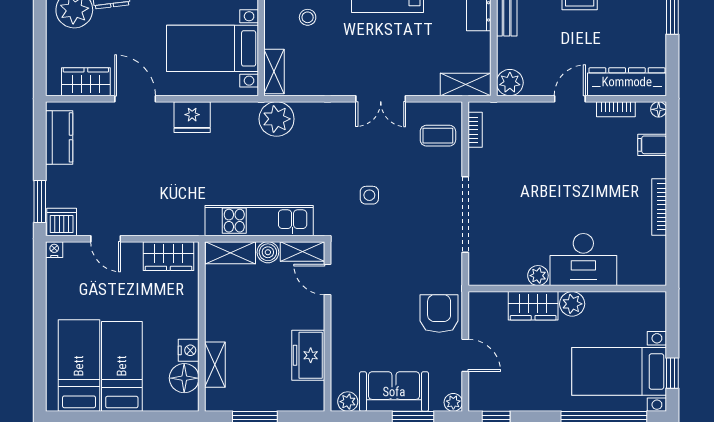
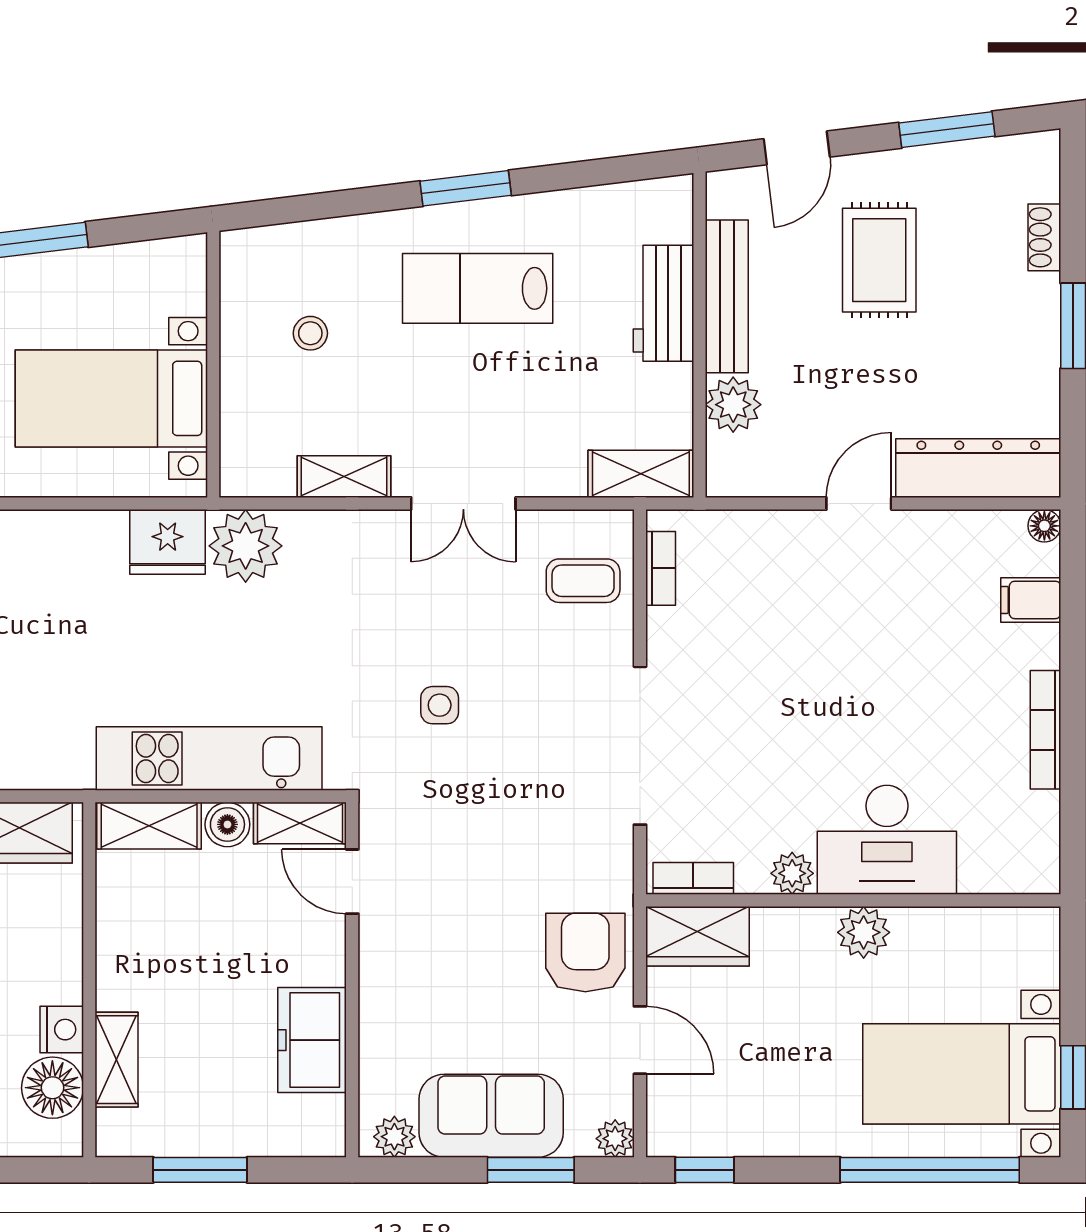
shelving: (274, 71) -> (344, 477), moved, turned 90
plant: (510, 83) -> (733, 405), moved
bookcase: (616, 109) -> (693, 878), moved, turned 180
fridge: (192, 117) -> (168, 542), moved
wardrobe: (533, 306) -> (697, 936), moved

